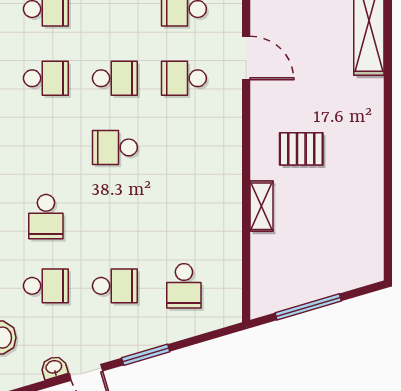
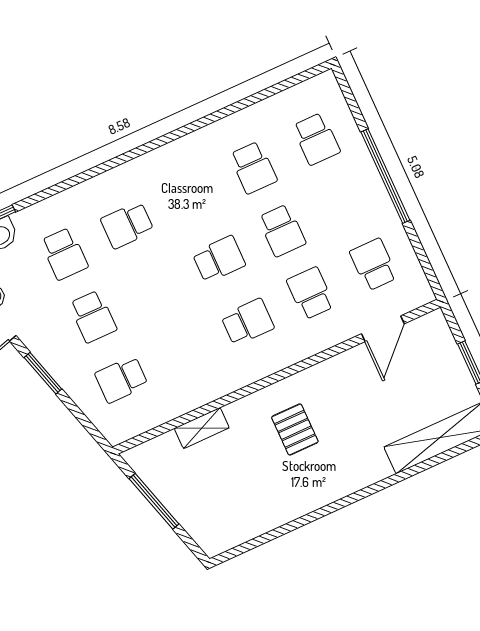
door: (246, 58) -> (383, 329), moved
school desk: (115, 147) -> (219, 259), turned 90
school desk: (184, 147) -> (248, 322), added
shelving: (261, 206) -> (202, 428), moved

